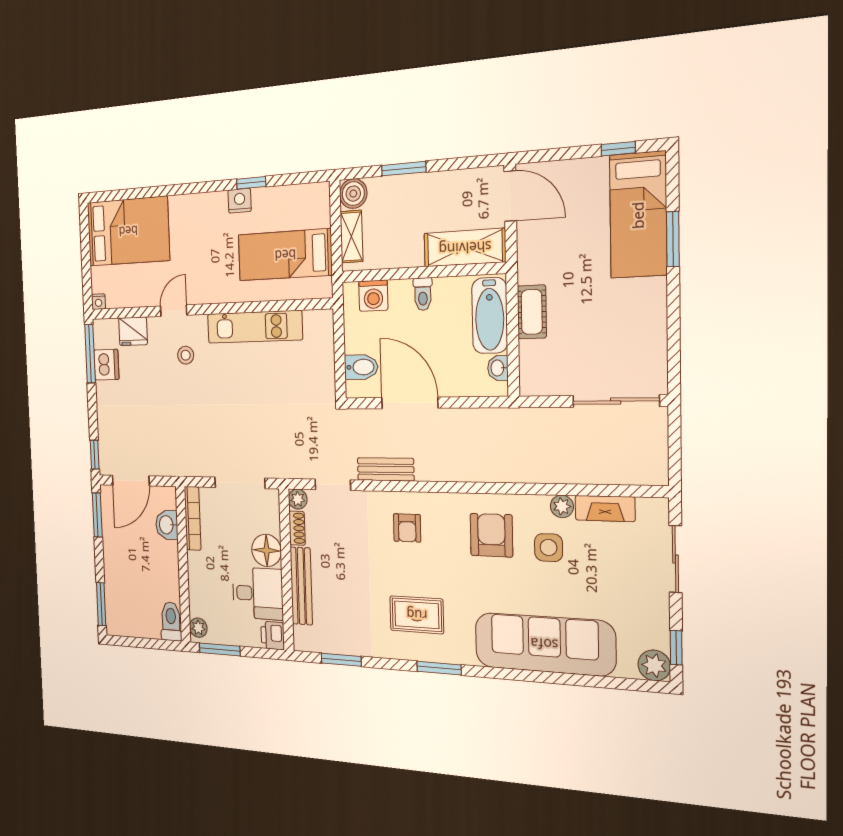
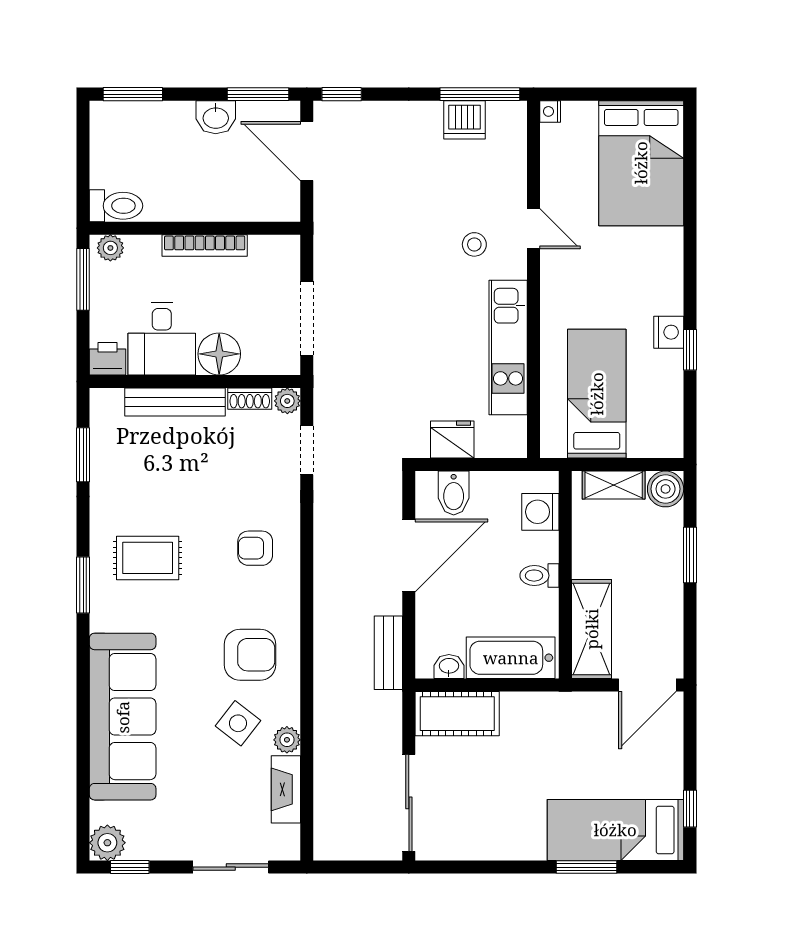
cot: (532, 312) -> (457, 714), moved, width x1.37, depth x1.34
fridge: (133, 331) -> (452, 440), moved, turned 90
bench: (386, 469) -> (388, 653), moved
bookcase: (193, 518) -> (205, 246), moved
washbasin: (167, 525) -> (216, 117), moved, turned 180
side table: (549, 548) -> (238, 723), turned 38
rug: (417, 615) -> (148, 558), turned 90

